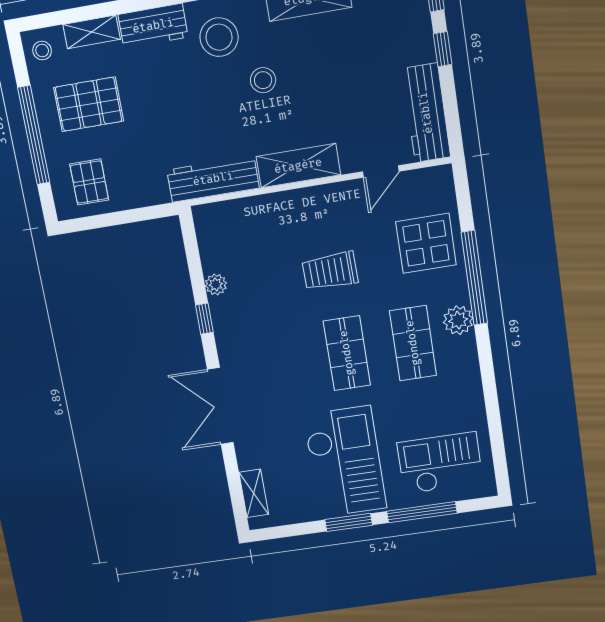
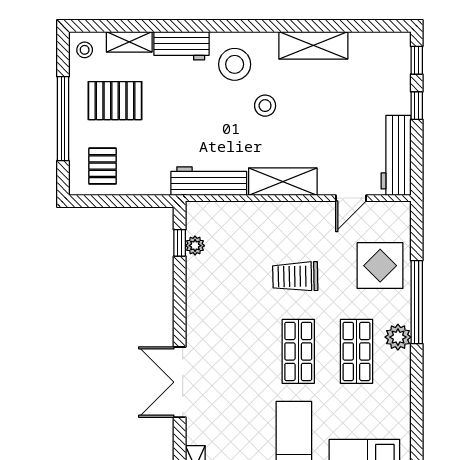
plant: (216, 284) -> (195, 246), moved
window: (204, 319) -> (180, 243), moved

